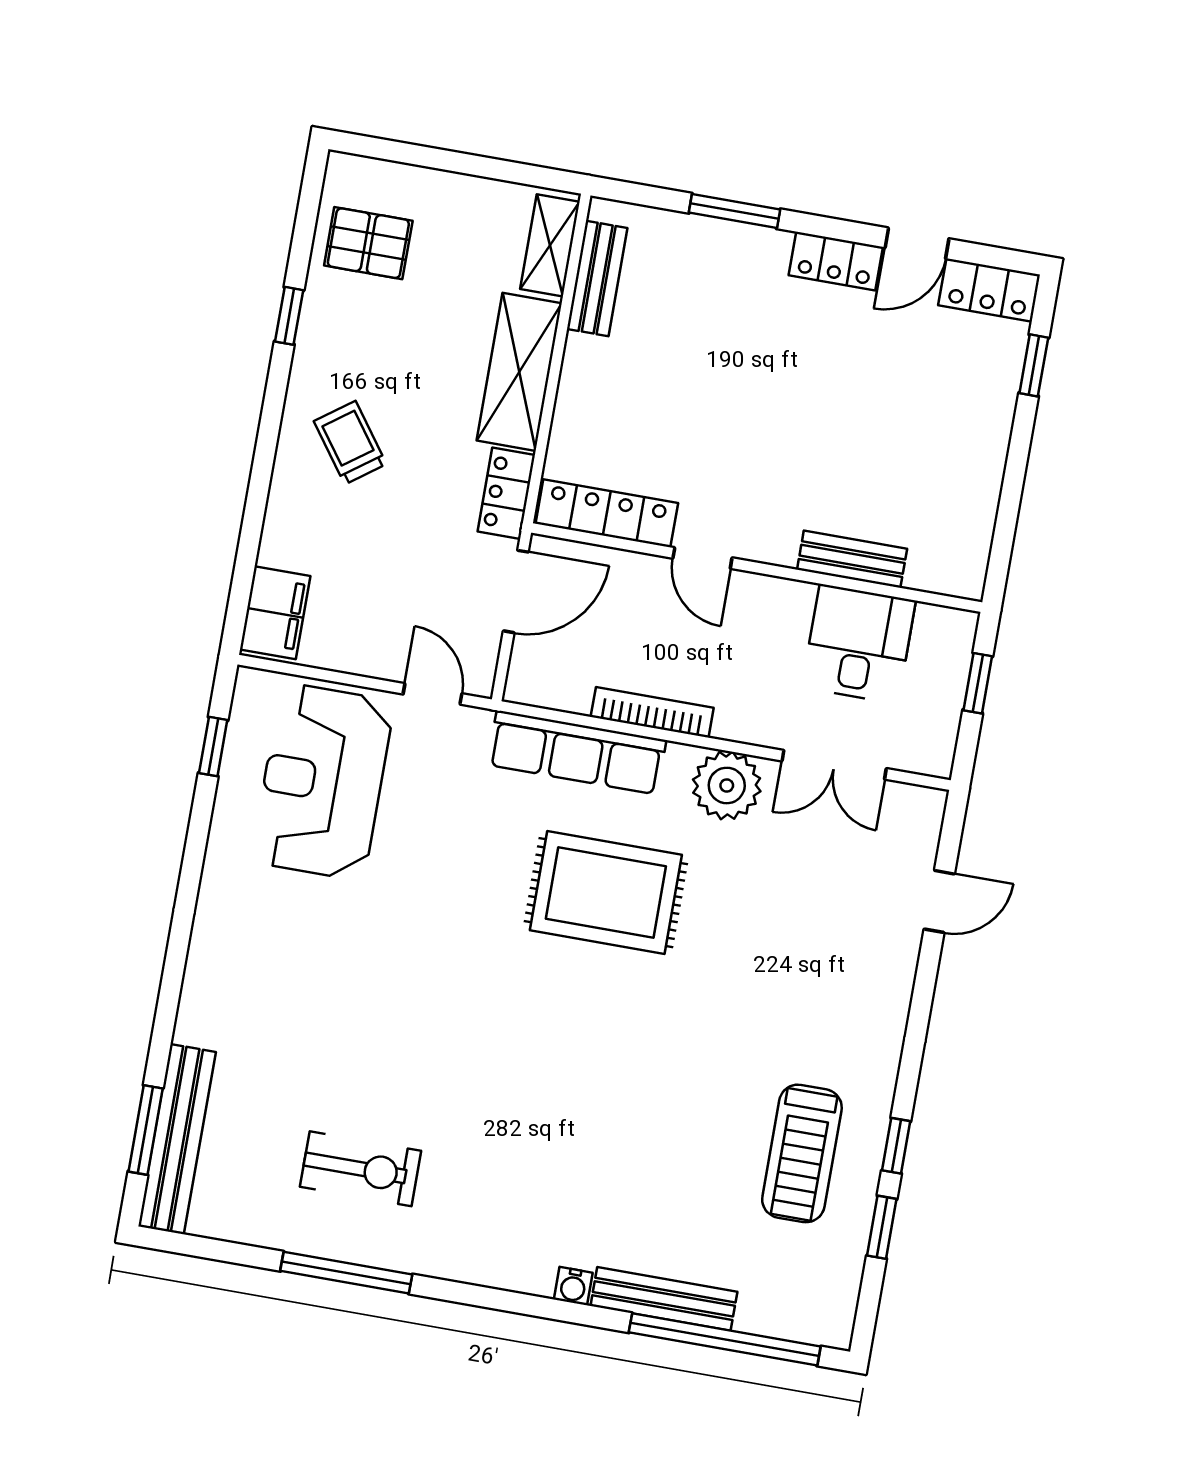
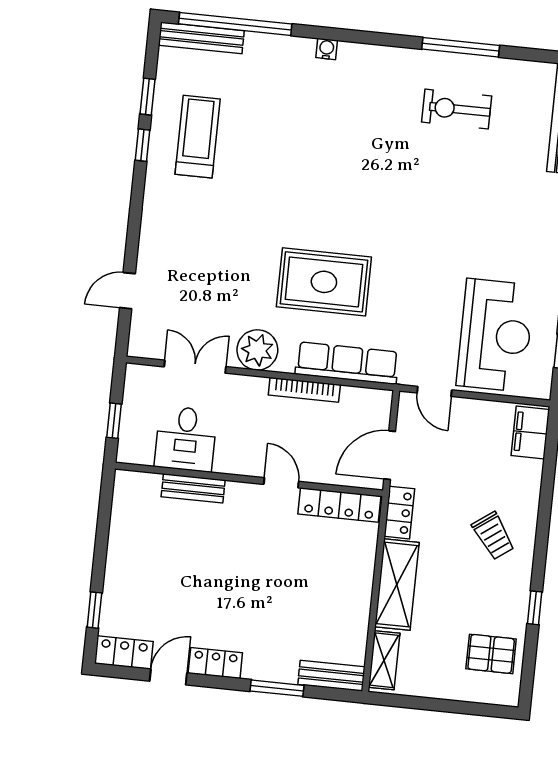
bench: (597, 278) -> (331, 676), moved, turned 90
bench: (664, 1299) -> (201, 38), moved

